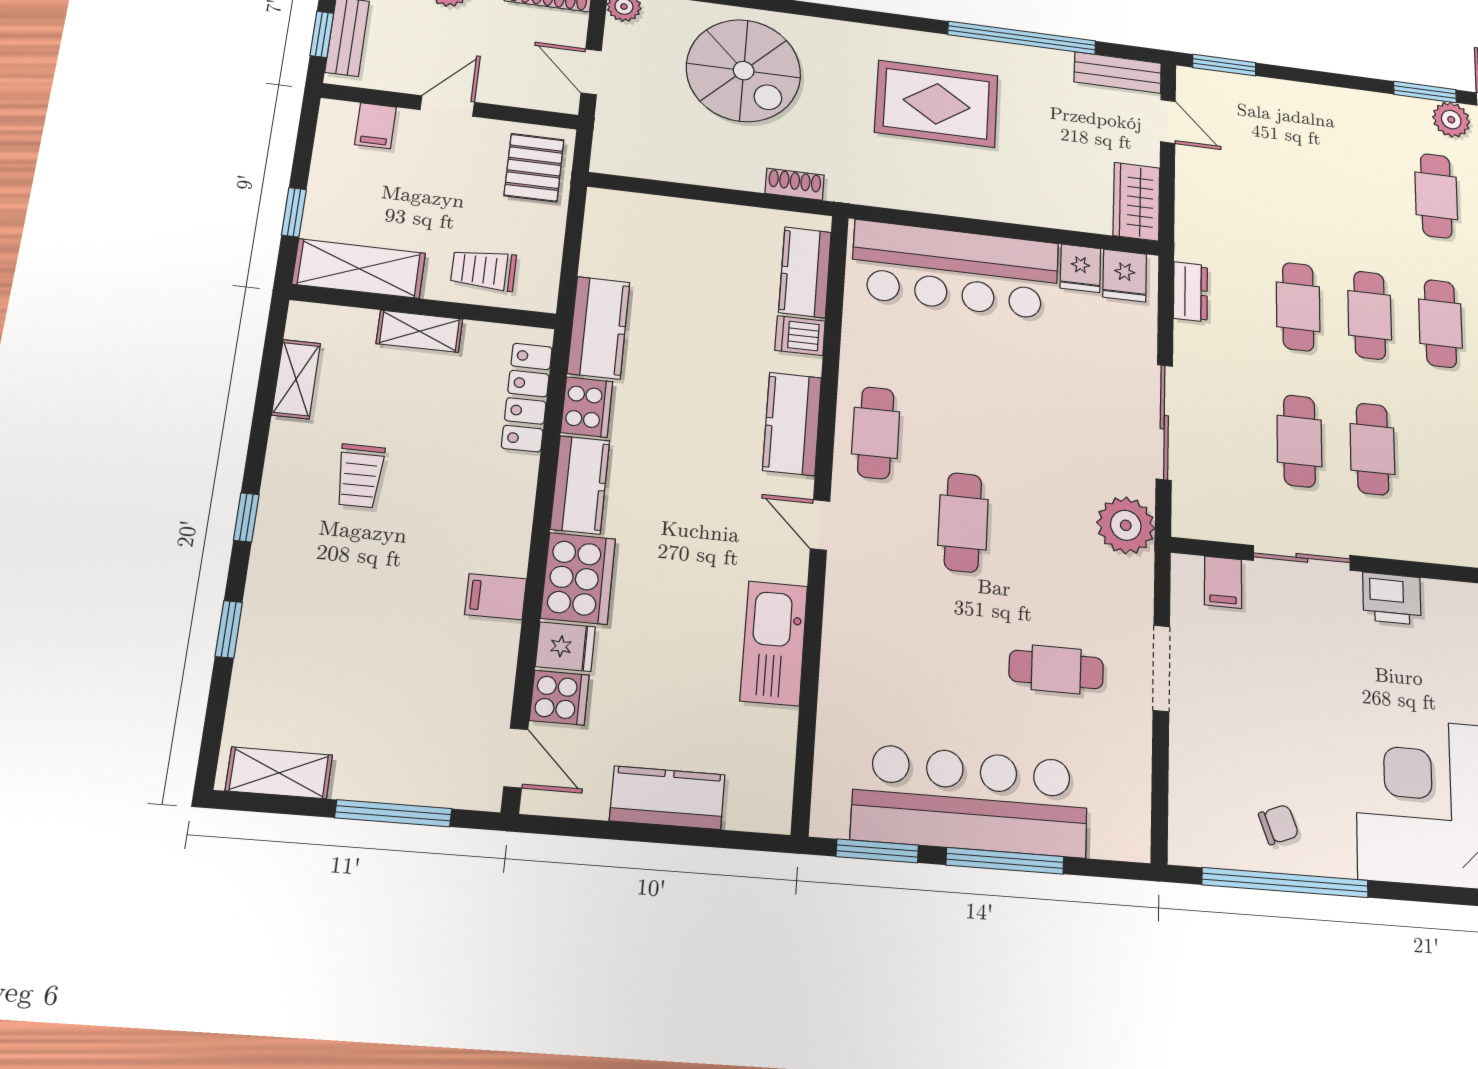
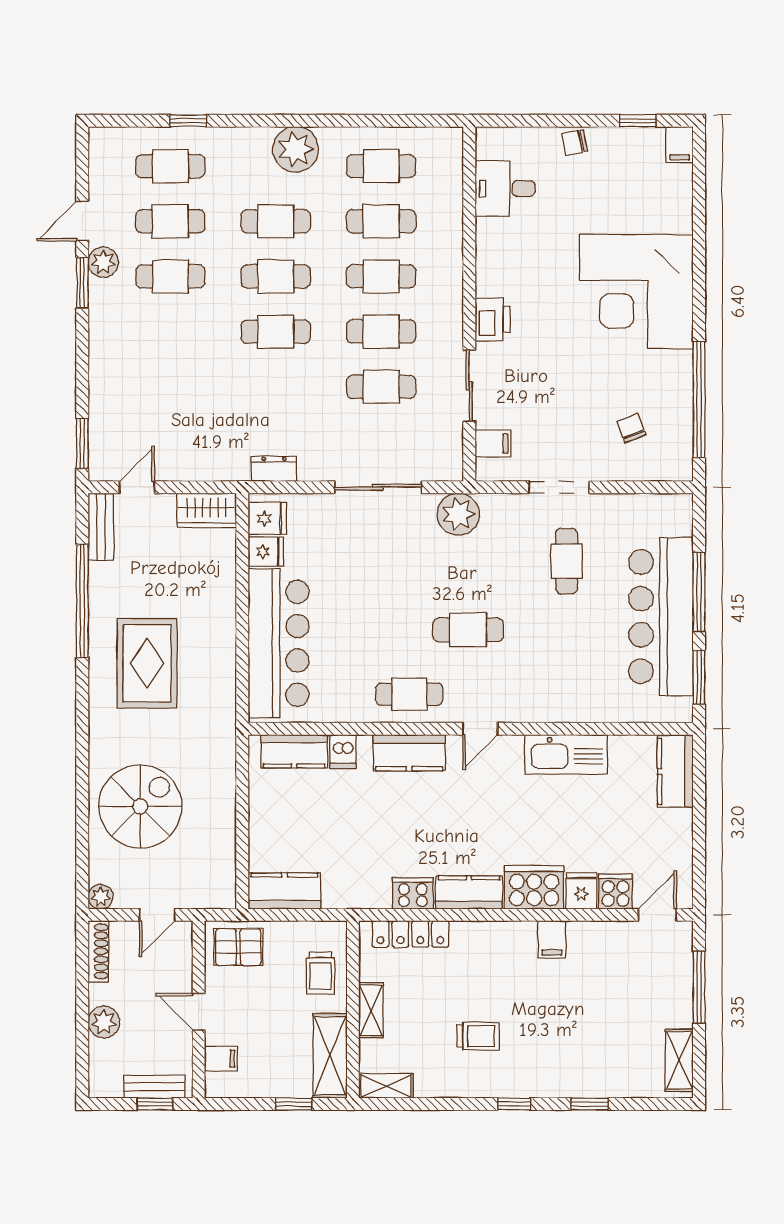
shoe rack: (795, 184) -> (226, 763), removed
cafe table: (1298, 307) -> (381, 276), moved
kitchen counter: (599, 328) -> (284, 891), moved
shelving: (296, 379) -> (386, 1086), moved
kitchen counter: (667, 798) -> (675, 771), moved
chair: (1279, 825) -> (631, 428), moved

